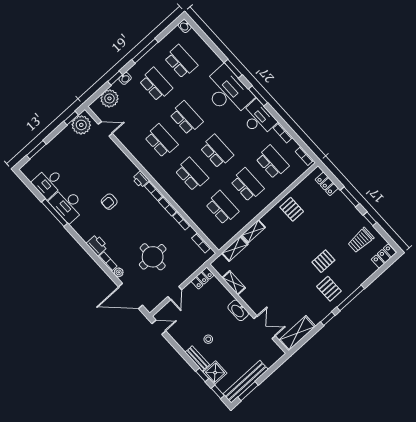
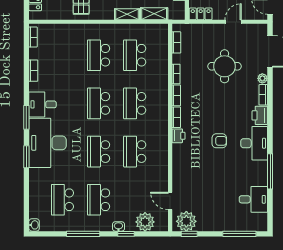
desk: (258, 118) -> (43, 104), width x0.73
window: (36, 150) -> (239, 234), width x1.44
school desk: (272, 162) -> (62, 55), removed
desk: (67, 205) -> (254, 143), moved

